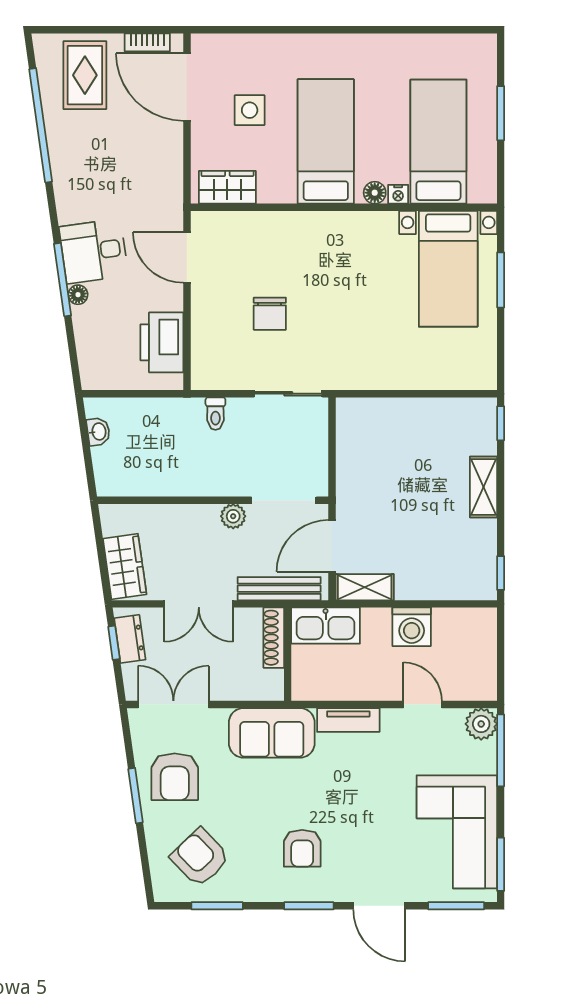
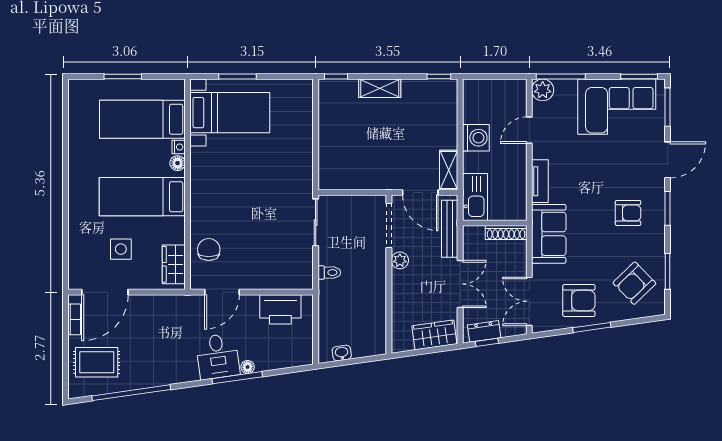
chair: (270, 314) -> (209, 250), moved, turned -90
shoe rack: (274, 638) -> (506, 232), moved

